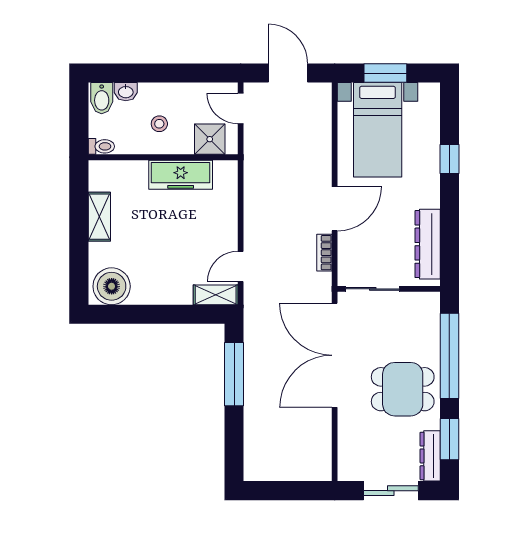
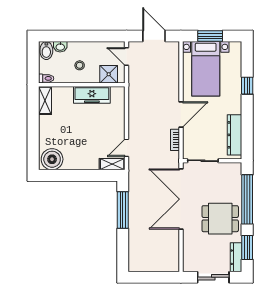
shelving: (99, 217) -> (45, 100), moved

